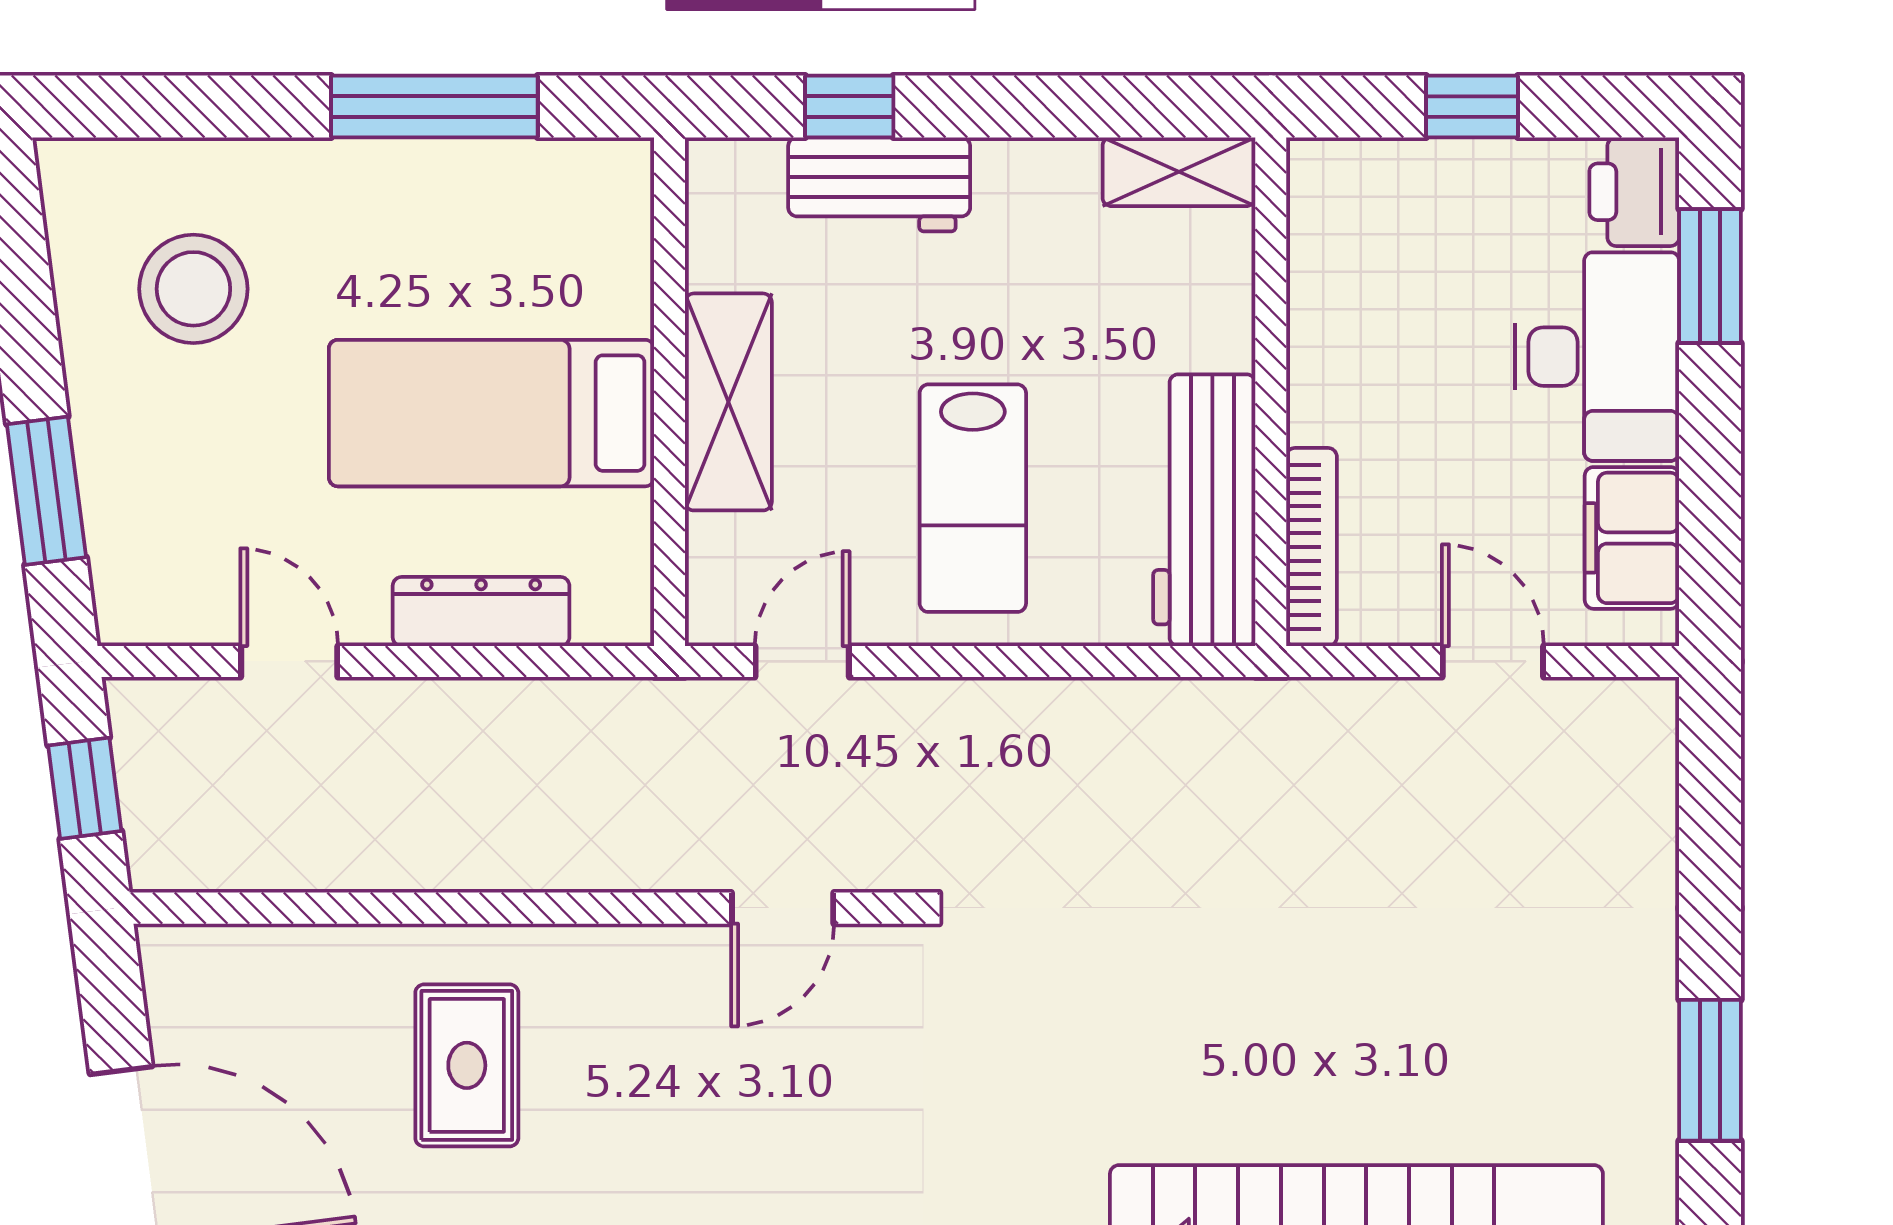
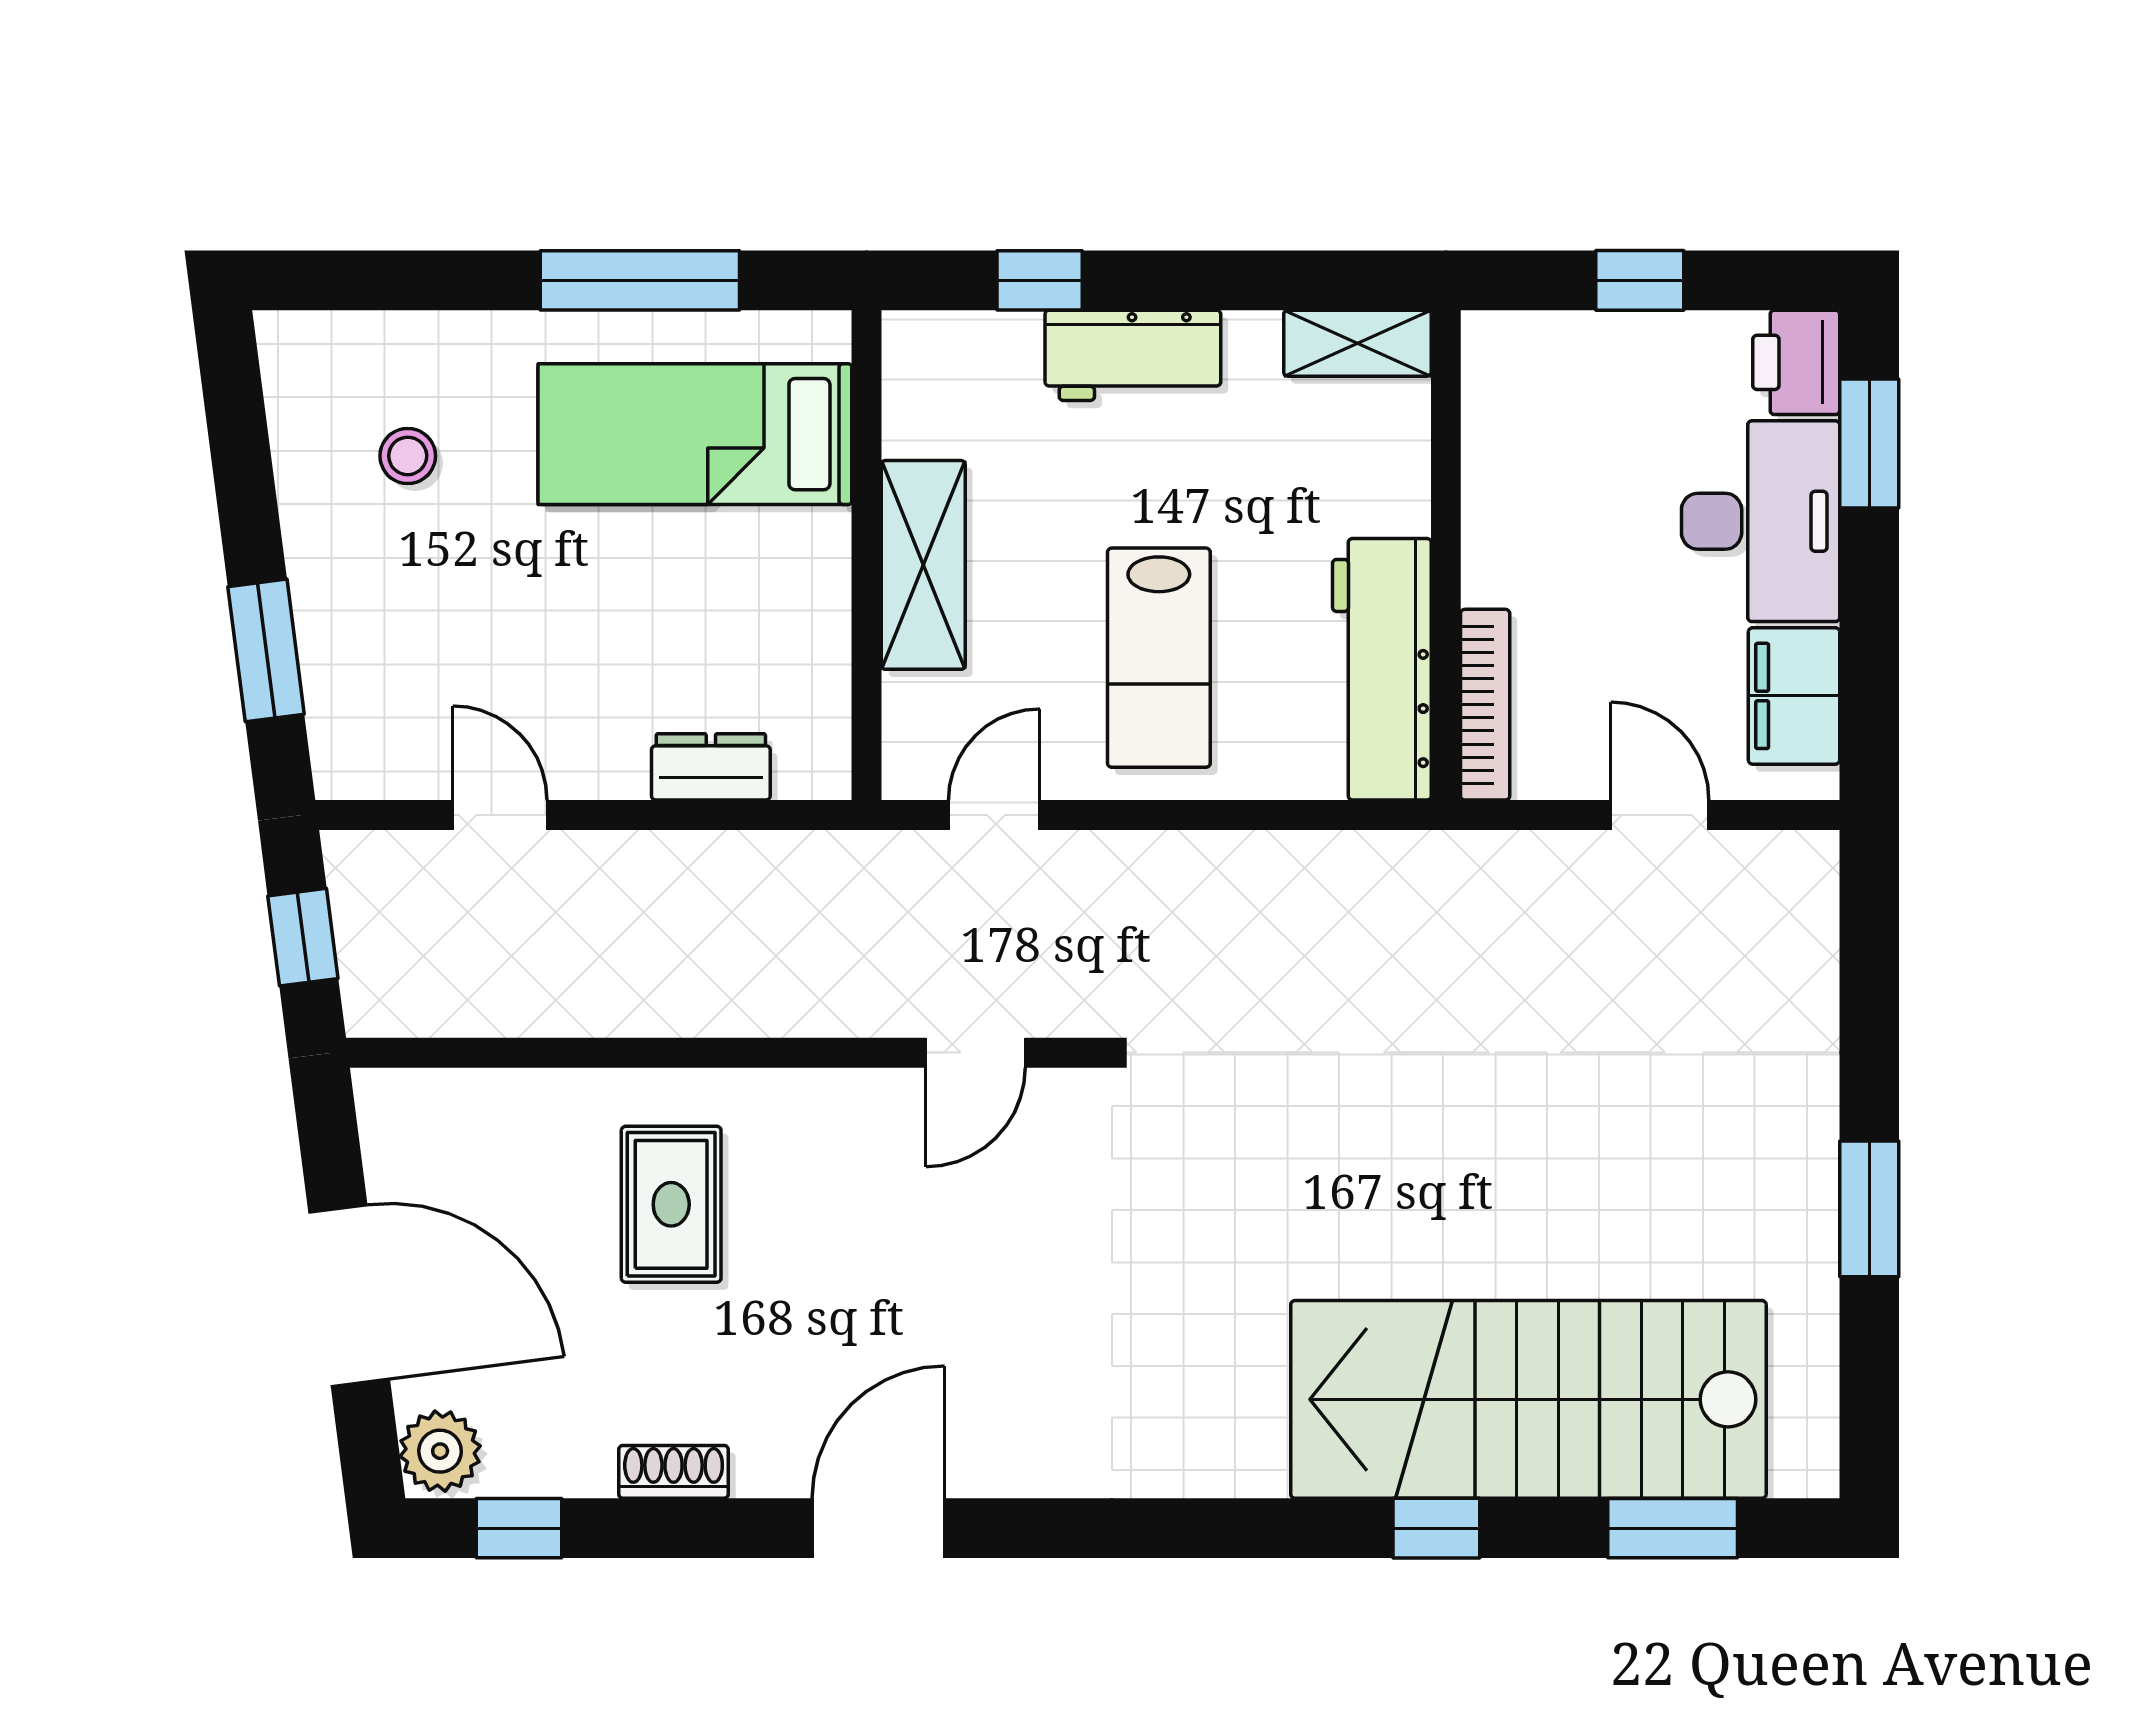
workbench: (879, 184) -> (1133, 355), moved
stool: (193, 289) -> (408, 456), width x0.53, depth x0.53
bed: (492, 413) -> (695, 434), moved
dresser: (481, 612) -> (711, 767), width x0.70

